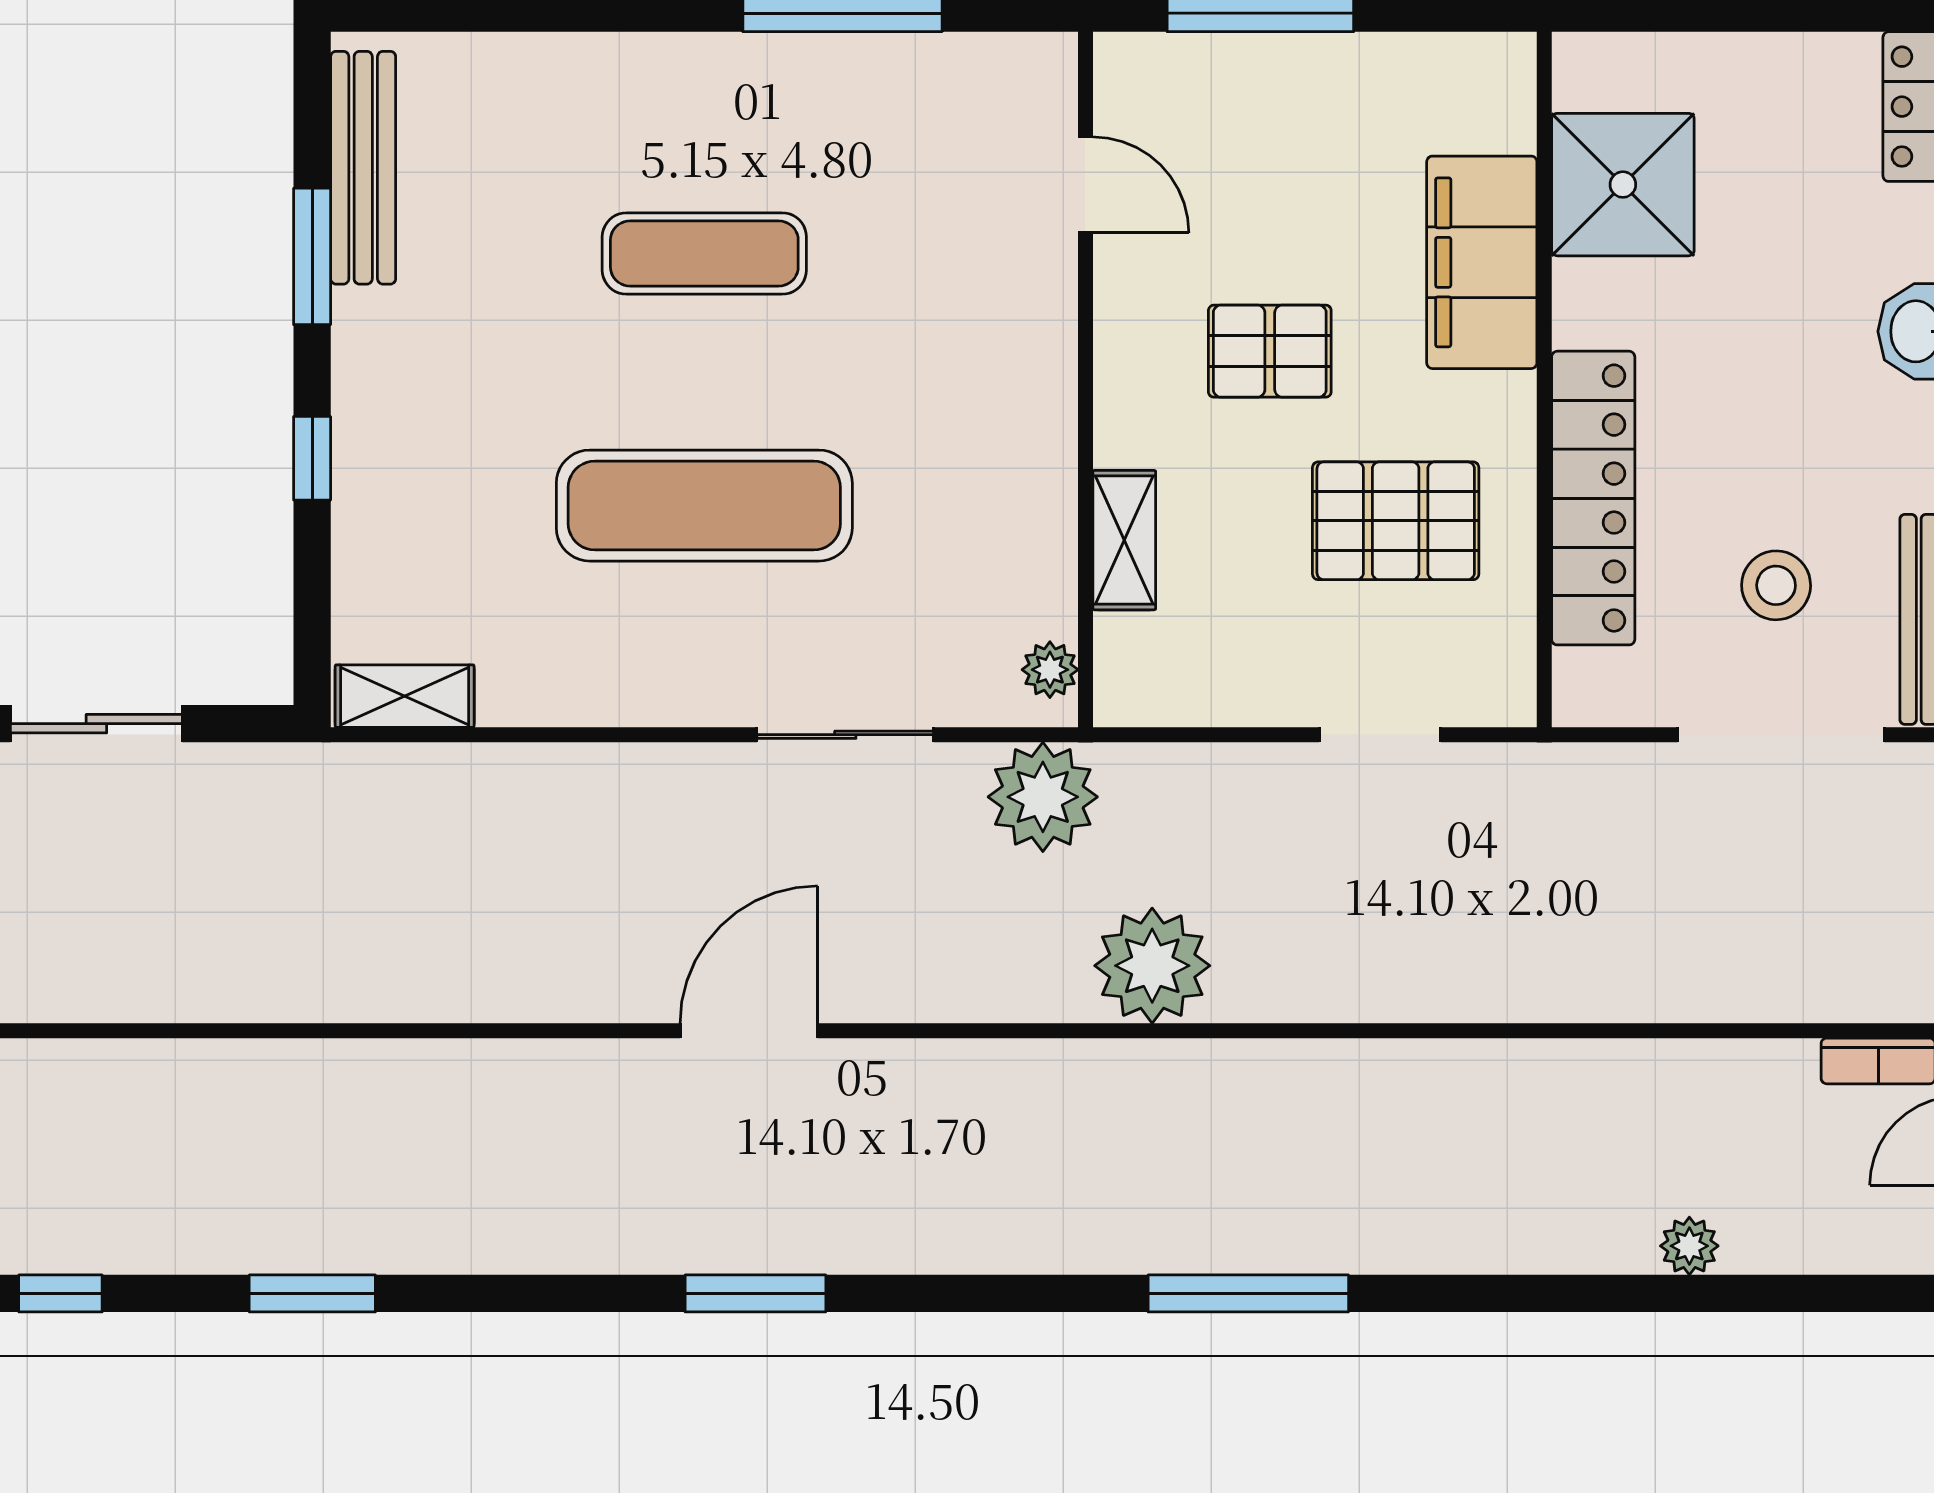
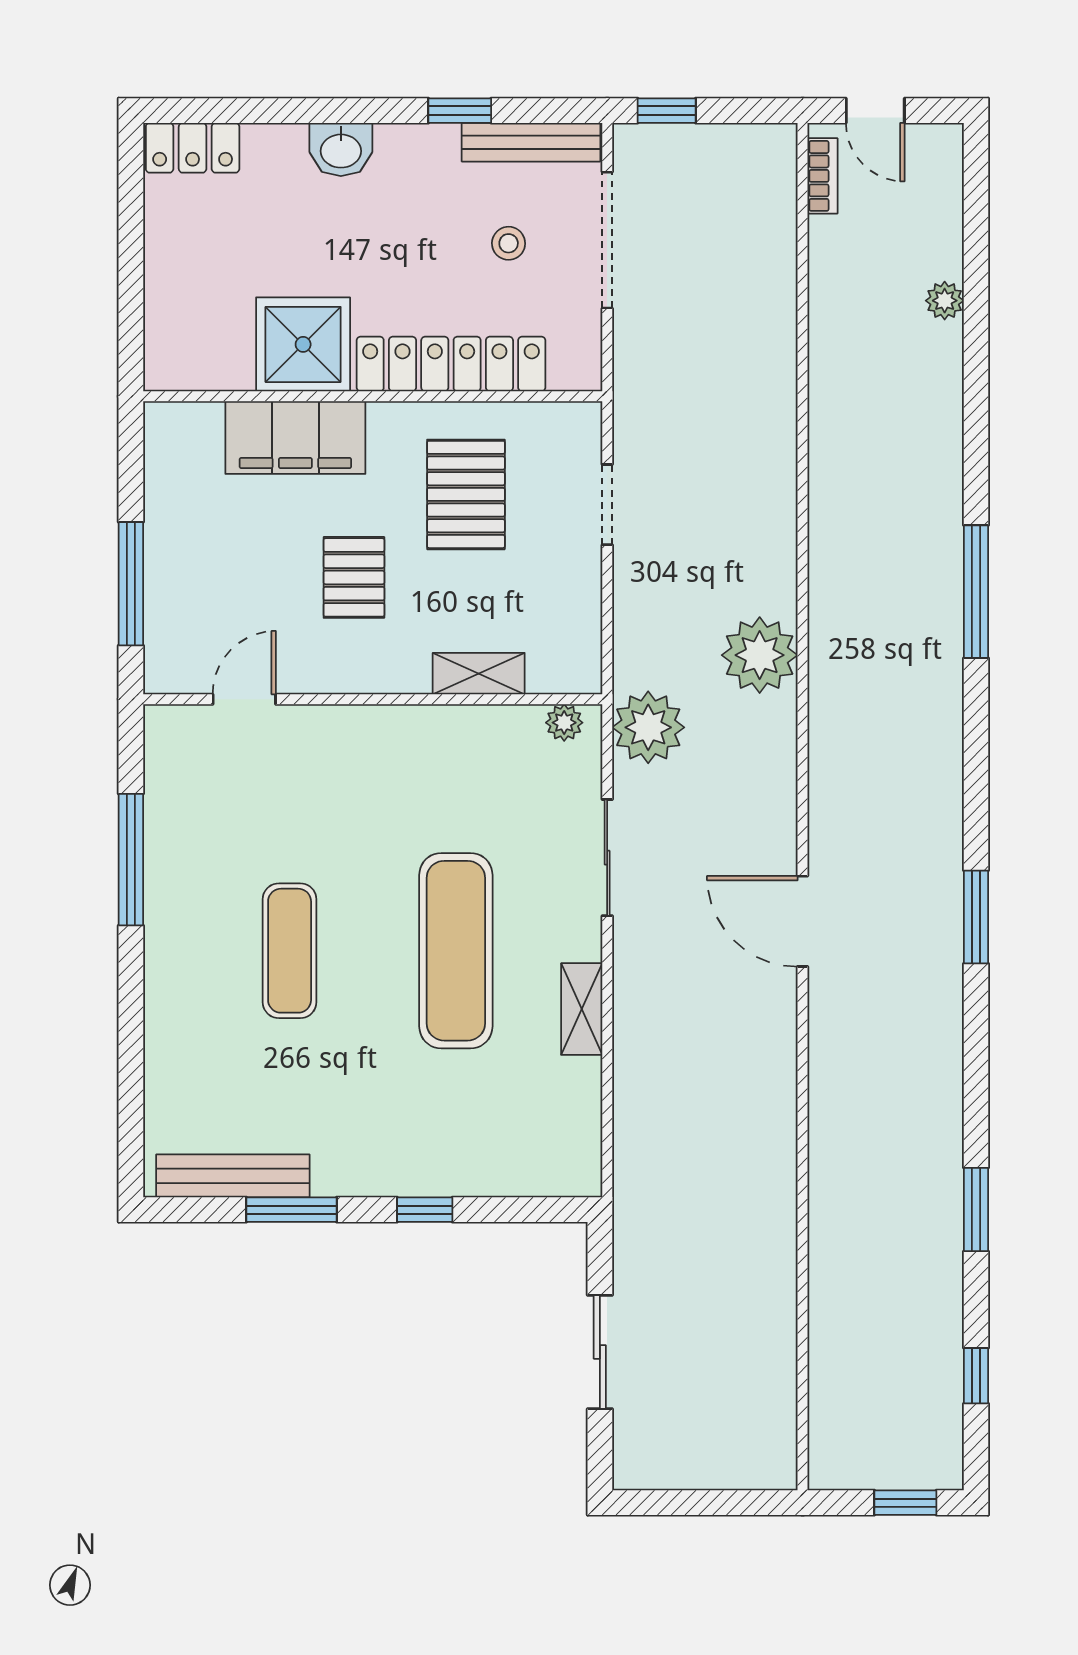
shower: (1623, 185) -> (303, 344), moved
stool: (1776, 585) -> (509, 243), width x0.73, depth x0.73
shelving: (405, 696) -> (582, 1009), moved

